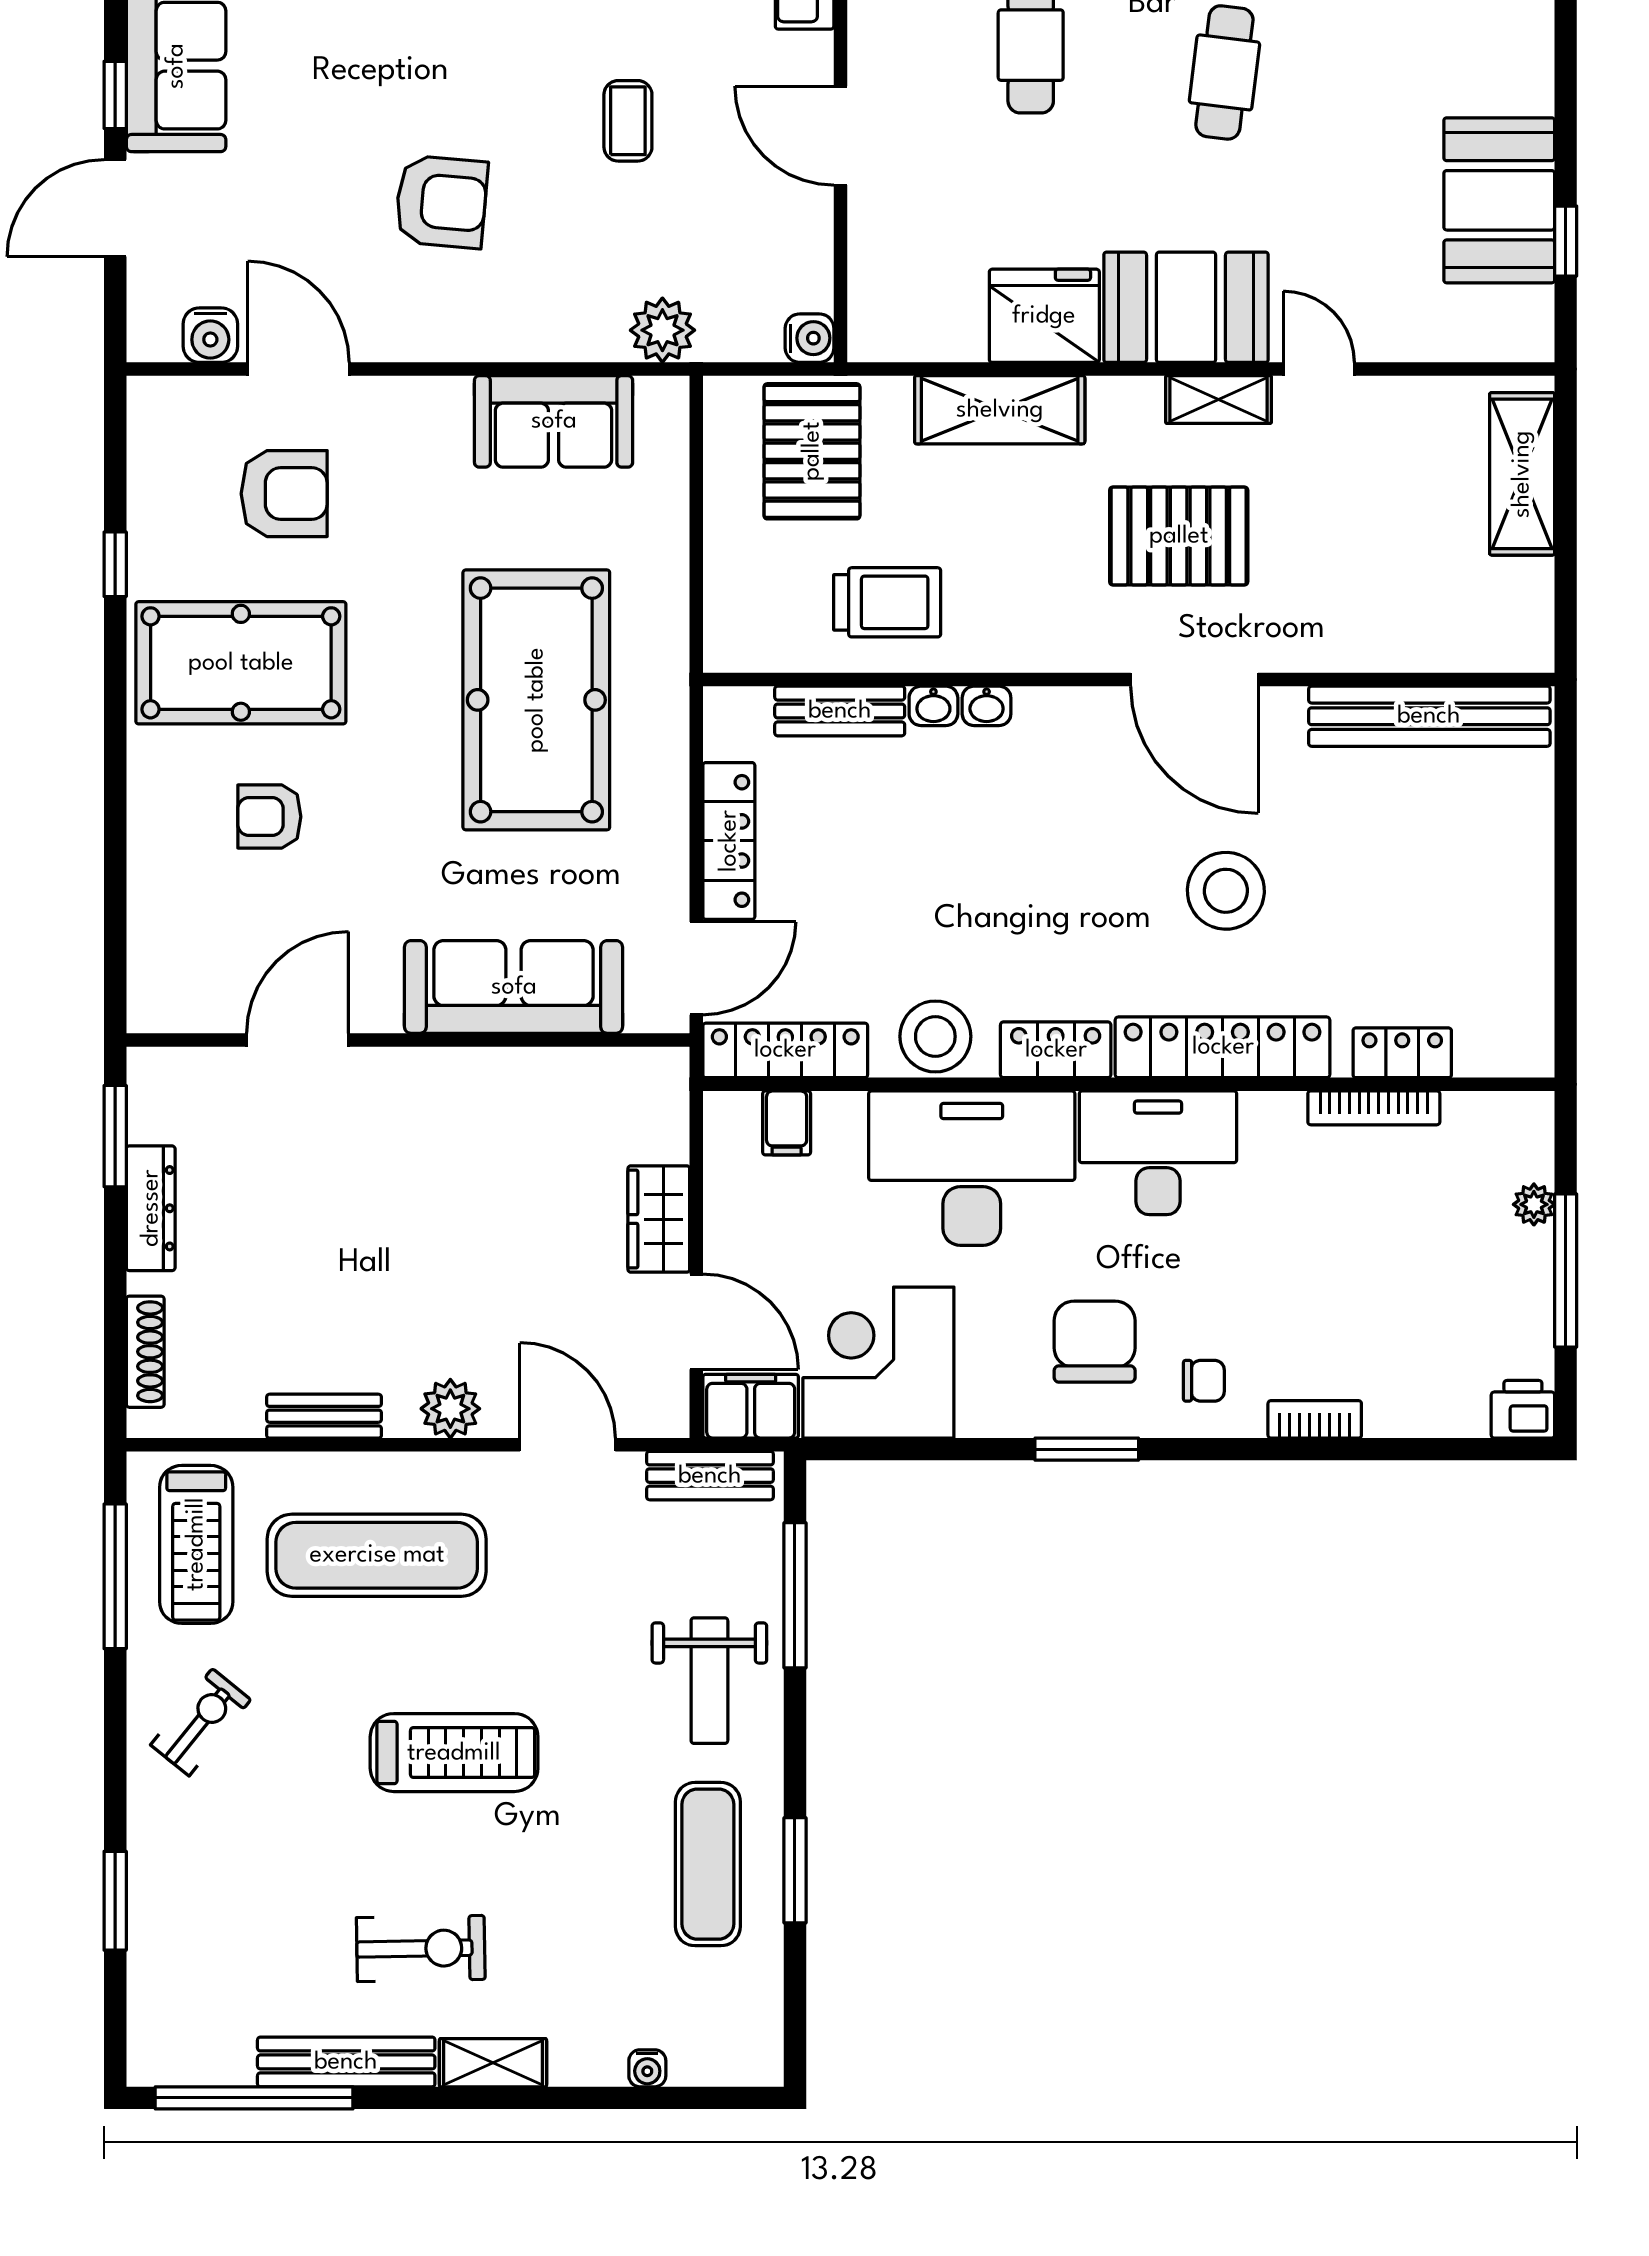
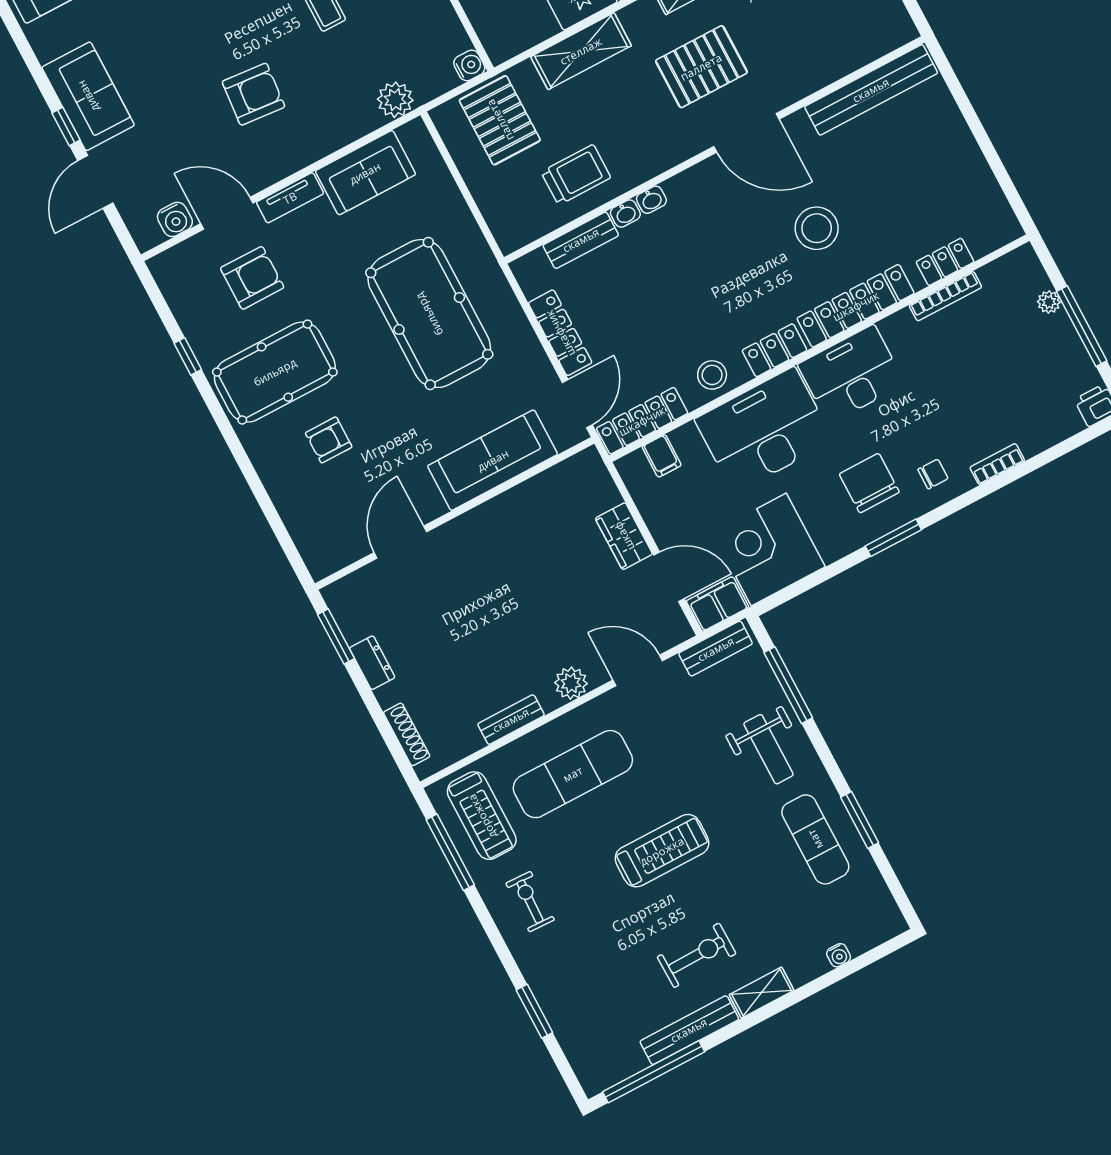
tv unit: (412, 398) -> (290, 198), added
stool: (935, 1036) -> (712, 375), width x0.73, depth x0.73
dresser: (151, 1208) -> (372, 663), width x0.70
exercise bike: (201, 1722) -> (530, 902), turned -37

